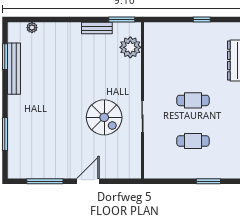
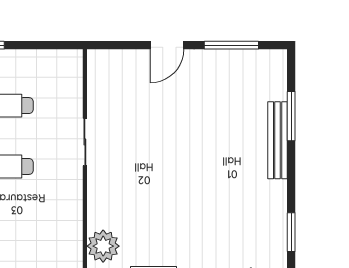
bench: (14, 69) -> (278, 140), moved
spiral stairs: (104, 117) -> (142, 141), removed

